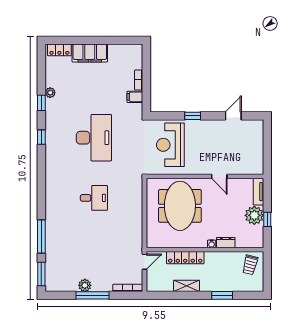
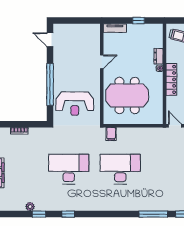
filing cabinet: (135, 97) -> (111, 134), moved
window: (193, 116) -> (50, 85), width x3.17
door: (233, 116) -> (50, 40), moved
desk: (94, 198) -> (120, 169), width x1.87, depth x1.30
plant: (254, 215) -> (135, 32), removed
locker: (185, 258) -> (171, 79), moved

